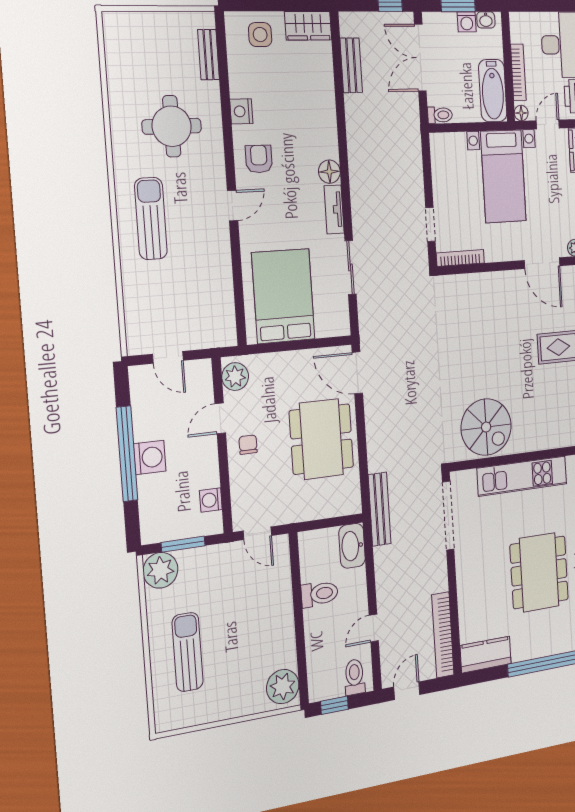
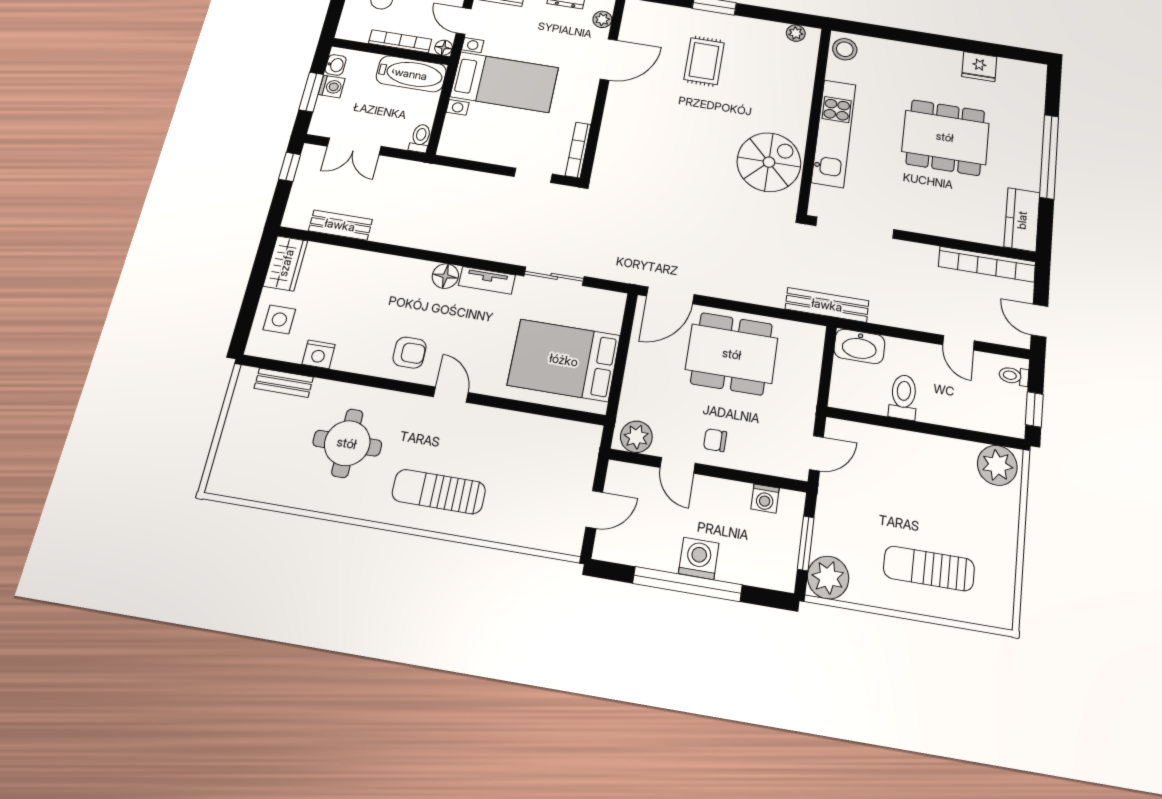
double door: (420, 58) -> (354, 146), width x0.73
nightstand: (241, 111) -> (319, 354), moved
armchair: (259, 159) -> (410, 353), turned 180
toilet: (355, 677) -> (1014, 376), width x0.73, depth x0.72

